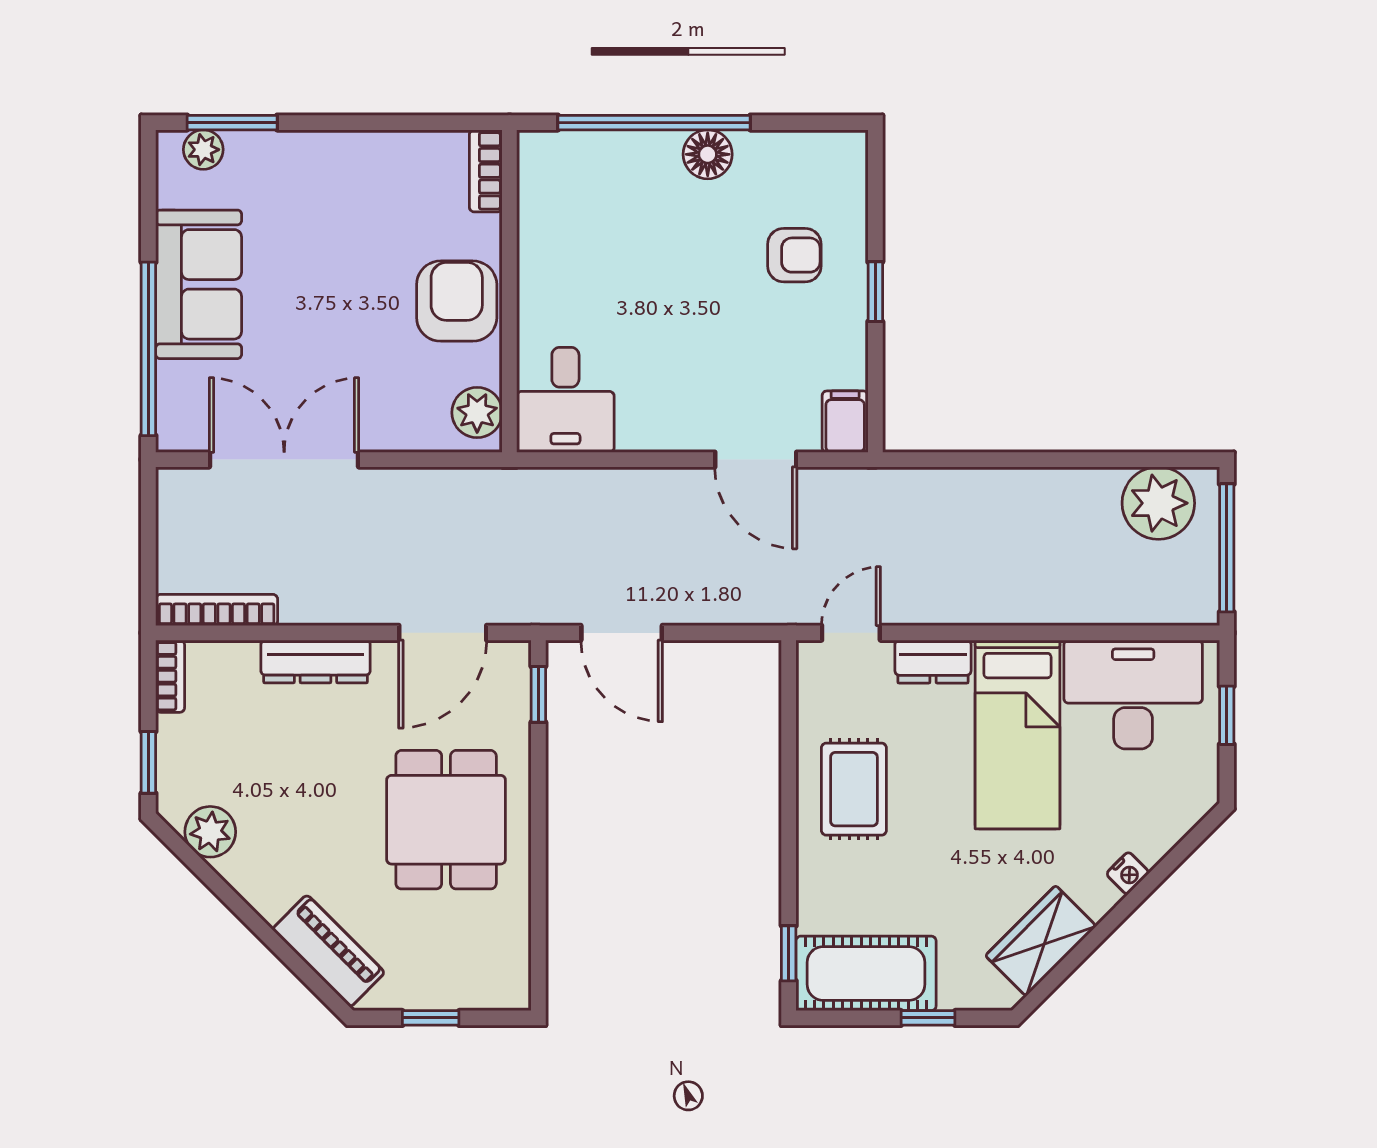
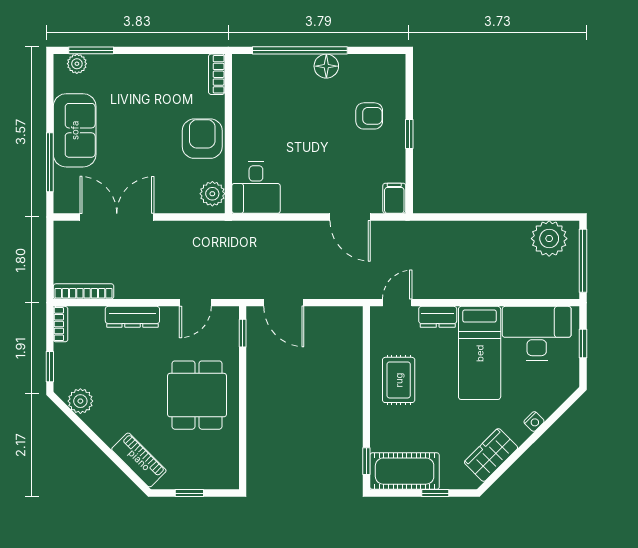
window: (148, 349) -> (50, 162), width x0.68
door: (443, 633) -> (195, 303), width x0.73

